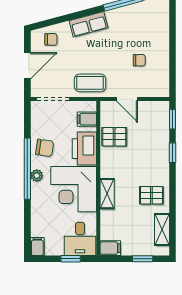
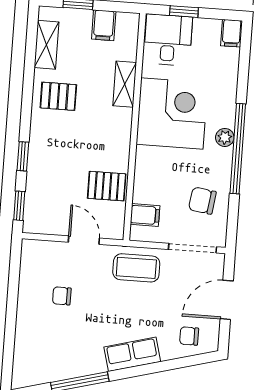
chair: (45, 148) -> (202, 201), moved
printer: (84, 149) -> (152, 172), removed
shelving: (107, 194) -> (125, 84), moved
filing cabinet: (110, 248) -> (104, 25), moved, turned -90

